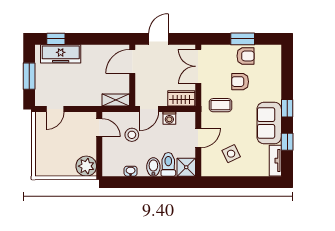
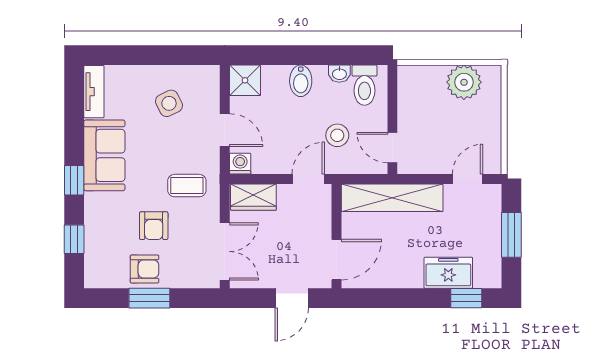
freezer: (61, 54) -> (448, 273), width x0.71
armchair: (246, 56) -> (144, 269), turned 180
armchair: (240, 82) -> (154, 226), turned 90
shelving: (116, 100) -> (392, 198), width x2.20, depth x1.33
washing machine: (169, 118) -> (240, 164), moved
door: (198, 138) -> (225, 130), swing flipped
window: (287, 142) -> (74, 239), moved
toilet: (168, 164) -> (364, 85), moved
plant: (86, 166) -> (464, 82), moved

